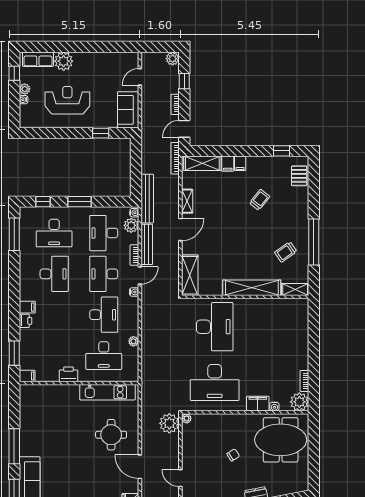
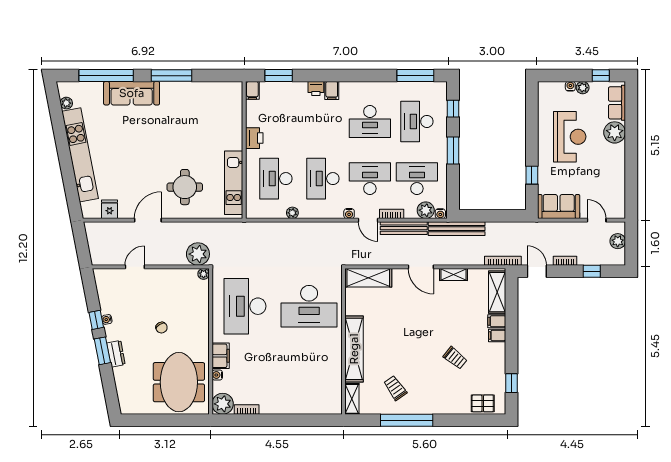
plant: (173, 59) -> (618, 241), moved
desk: (104, 315) -> (323, 179), turned 90

